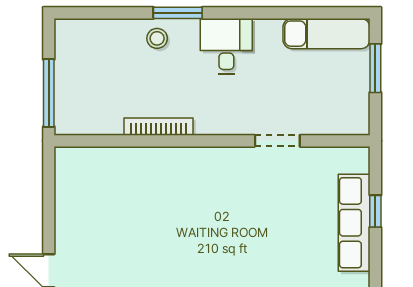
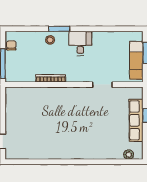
exam couch: (327, 34) -> (136, 60), moved, turned 90
chair: (68, 51) -> (11, 45), added

